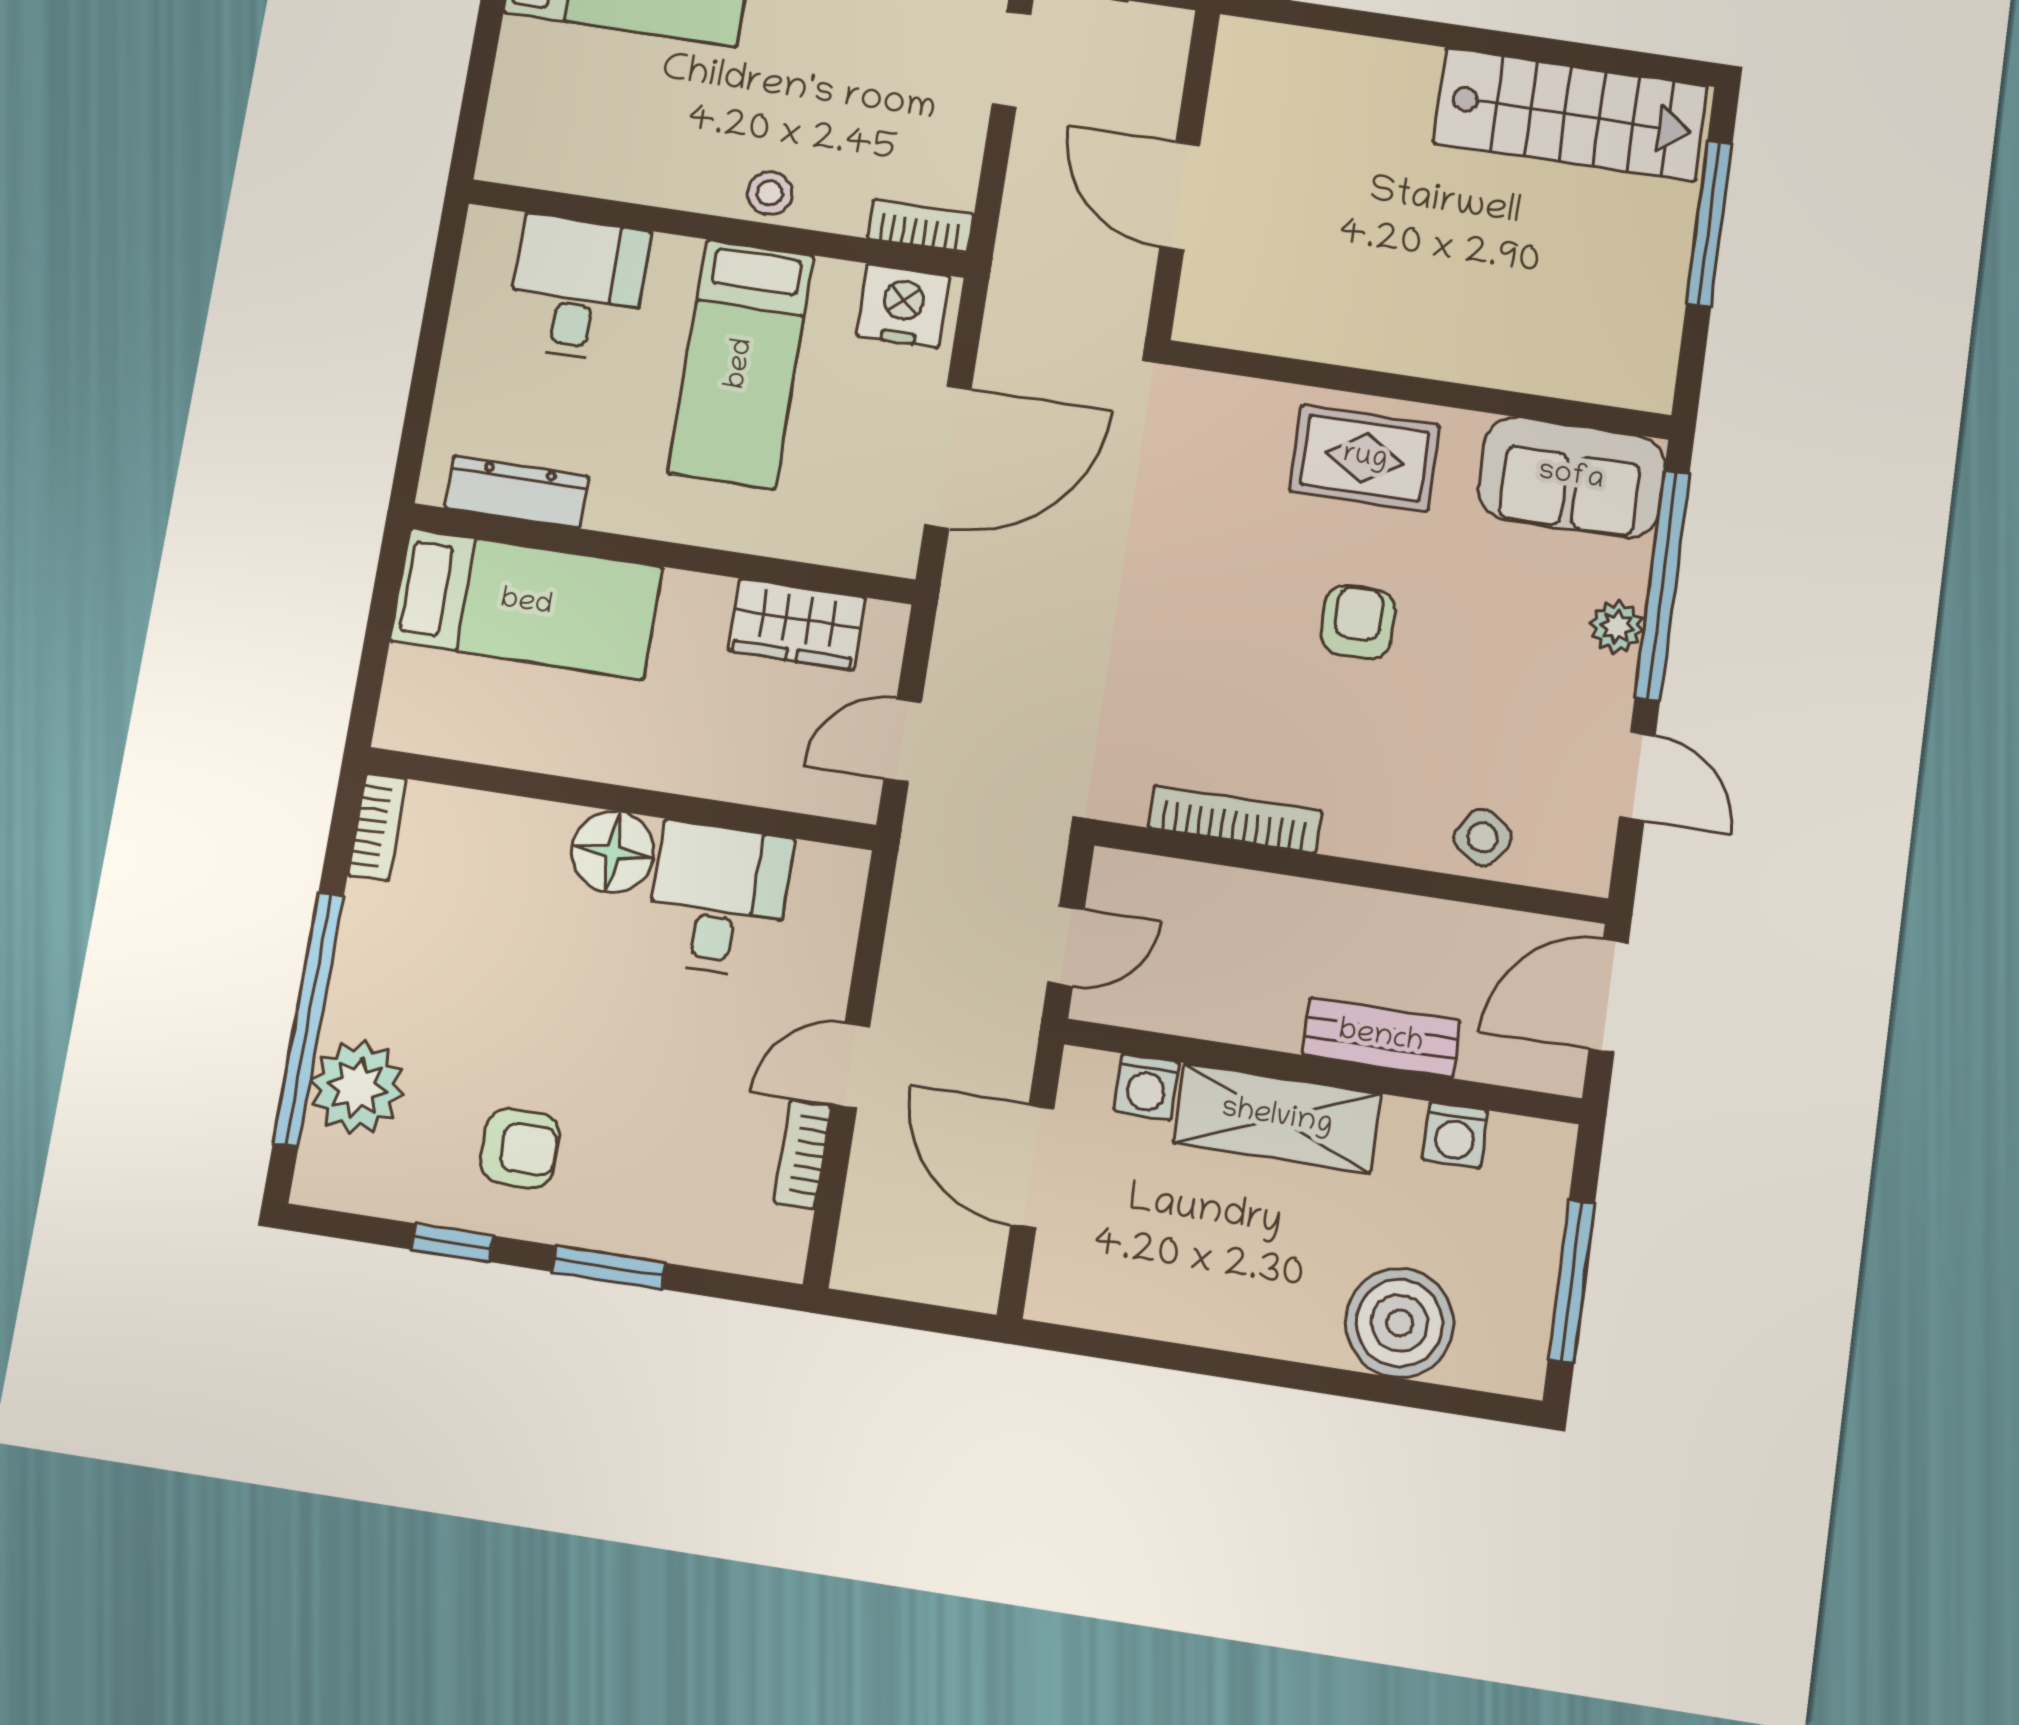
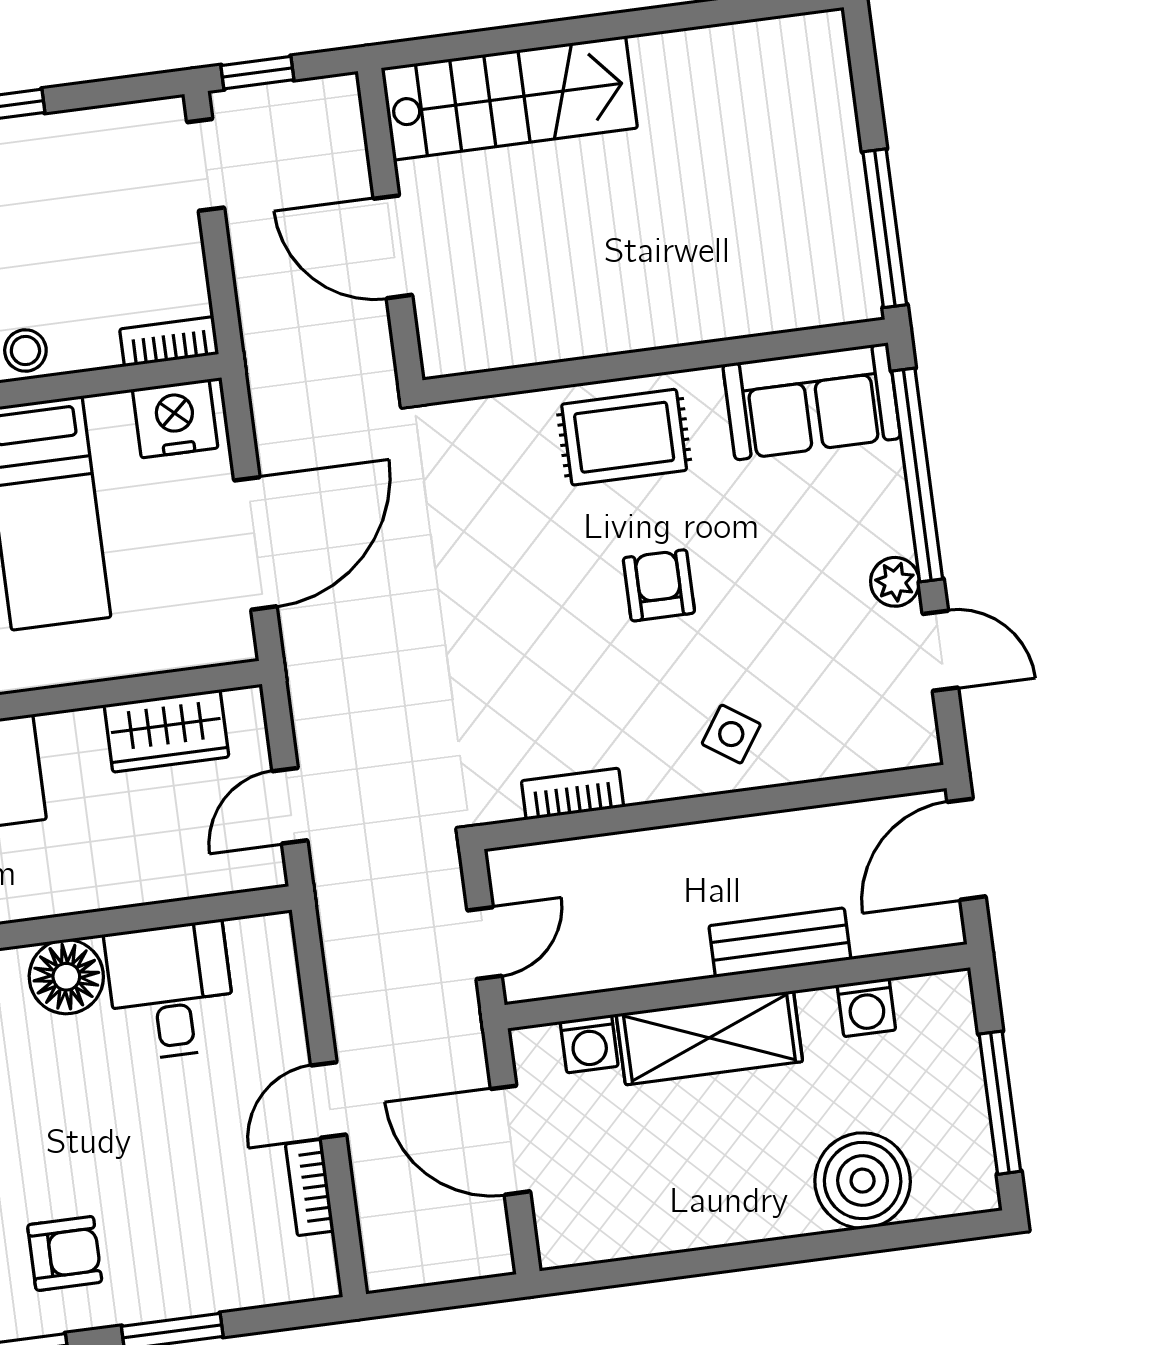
stairs: (1570, 115) -> (509, 98), moved
window: (1709, 224) -> (885, 228), moved
plant: (1617, 627) -> (895, 582), moved
bookcase: (1235, 819) -> (572, 794), width x0.64
side table: (1482, 837) -> (731, 734), moved

